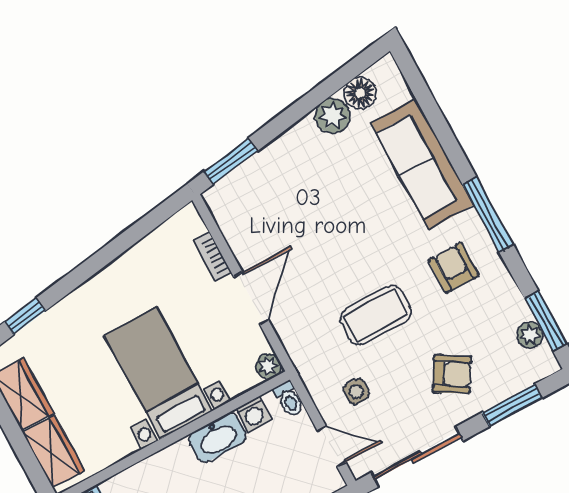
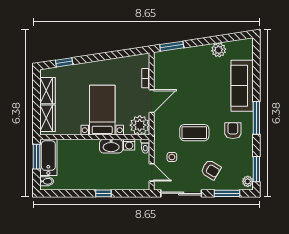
floor lamp: (360, 93) -> (233, 47), removed
plant: (530, 335) -> (248, 181), moved
plant: (268, 366) -> (140, 125), width x1.88, depth x1.88

